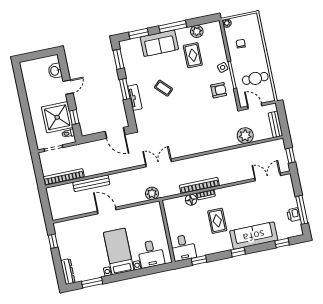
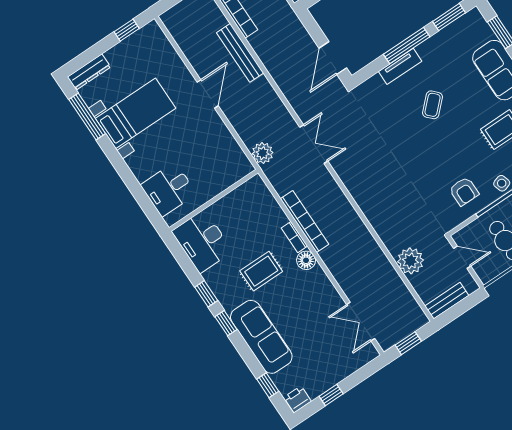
window: (125, 89) -> (407, 46), width x1.44
door: (255, 106) -> (462, 257), hinge flipped
double door: (268, 177) -> (361, 322), swing flipped
floor lamp: (191, 200) -> (306, 260), moved
window: (302, 210) -> (331, 395), width x0.46
printer: (293, 215) -> (298, 399), moved
desk: (183, 248) -> (202, 241), width x1.37
bed with nightstands: (119, 251) -> (135, 113), moved
window: (199, 260) -> (206, 294), moved
window: (92, 283) -> (87, 117), width x1.44

